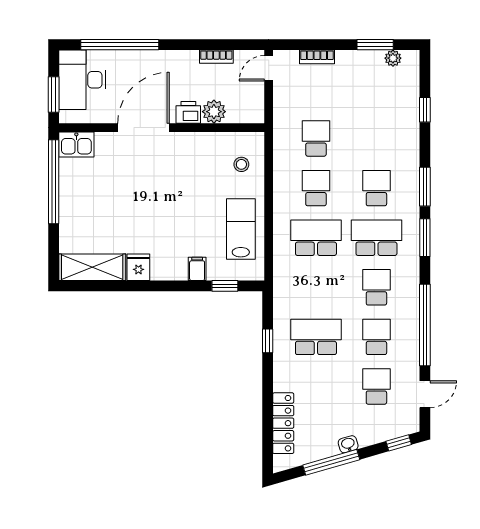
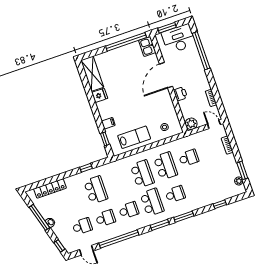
plant: (214, 112) -> (191, 124), moved
door: (143, 128) -> (166, 75), swing flipped
school desk: (316, 188) -> (165, 166), width x1.85

